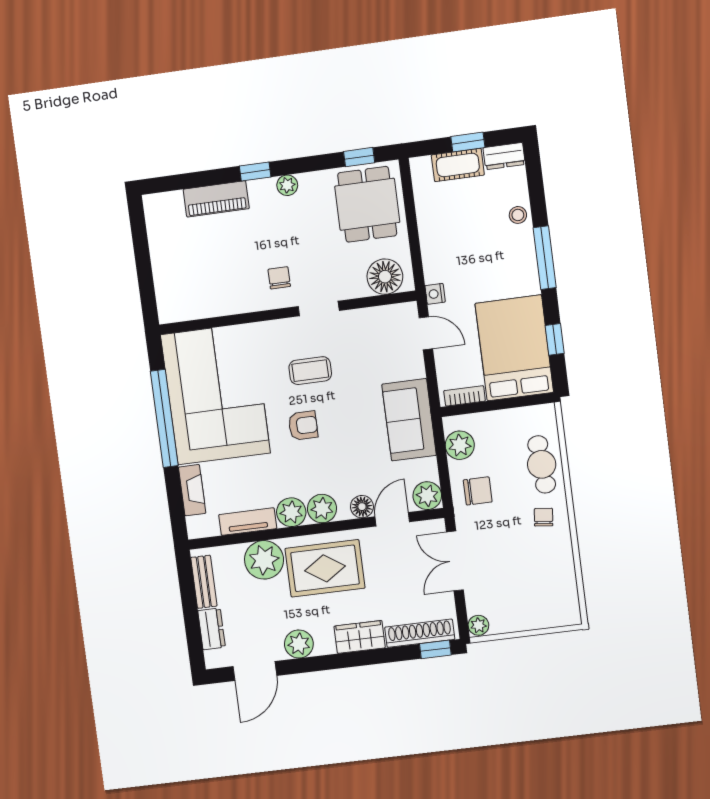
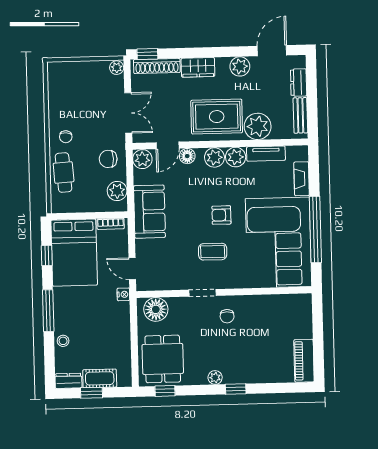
piano: (216, 199) -> (304, 361), moved, turned -90

